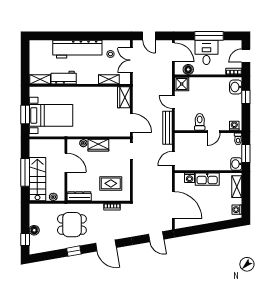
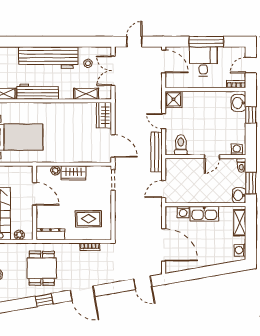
door: (149, 36) -> (134, 42), swing flipped
floor lamp: (188, 69) -> (181, 82), removed
workbench: (64, 78) -> (38, 92), width x1.38
toilet: (200, 122) -> (181, 145), moved
dining table: (72, 225) -> (42, 268), turned 90

